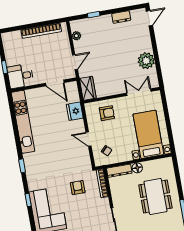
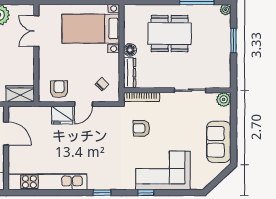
door: (55, 83) -> (6, 134), hinge flipped
fridge: (75, 111) -> (62, 115), moved
armchair: (107, 113) -> (59, 89), moved

